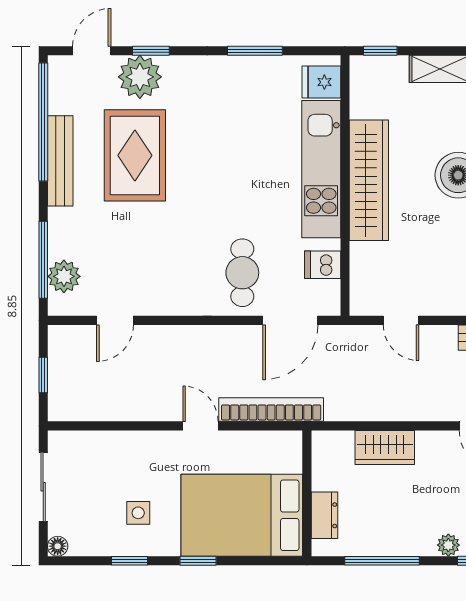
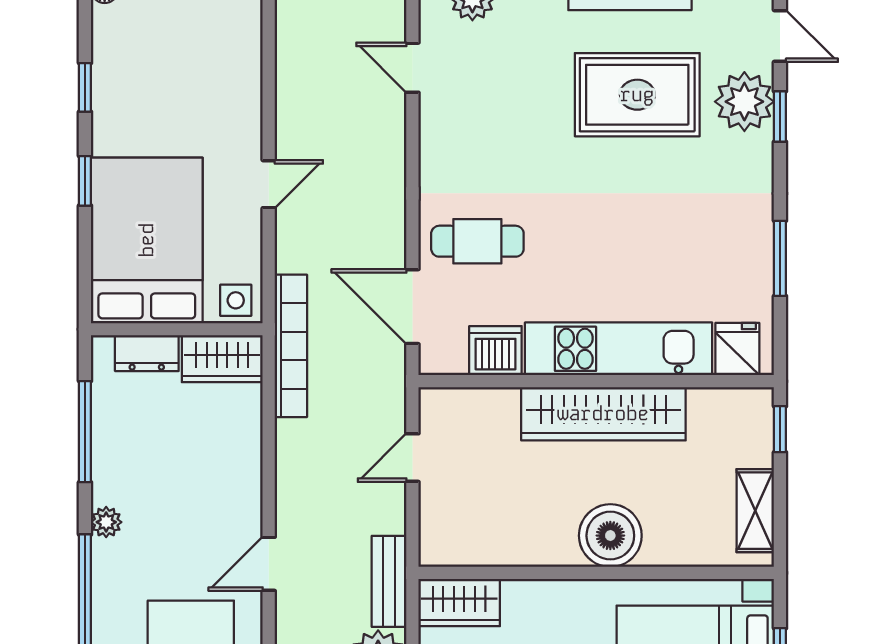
dishwasher: (323, 265) -> (495, 351), width x1.38
bookcase: (271, 410) -> (291, 346), moved
wardrobe: (385, 447) -> (222, 359), moved, turned -90
side table: (138, 513) -> (236, 300), moved

